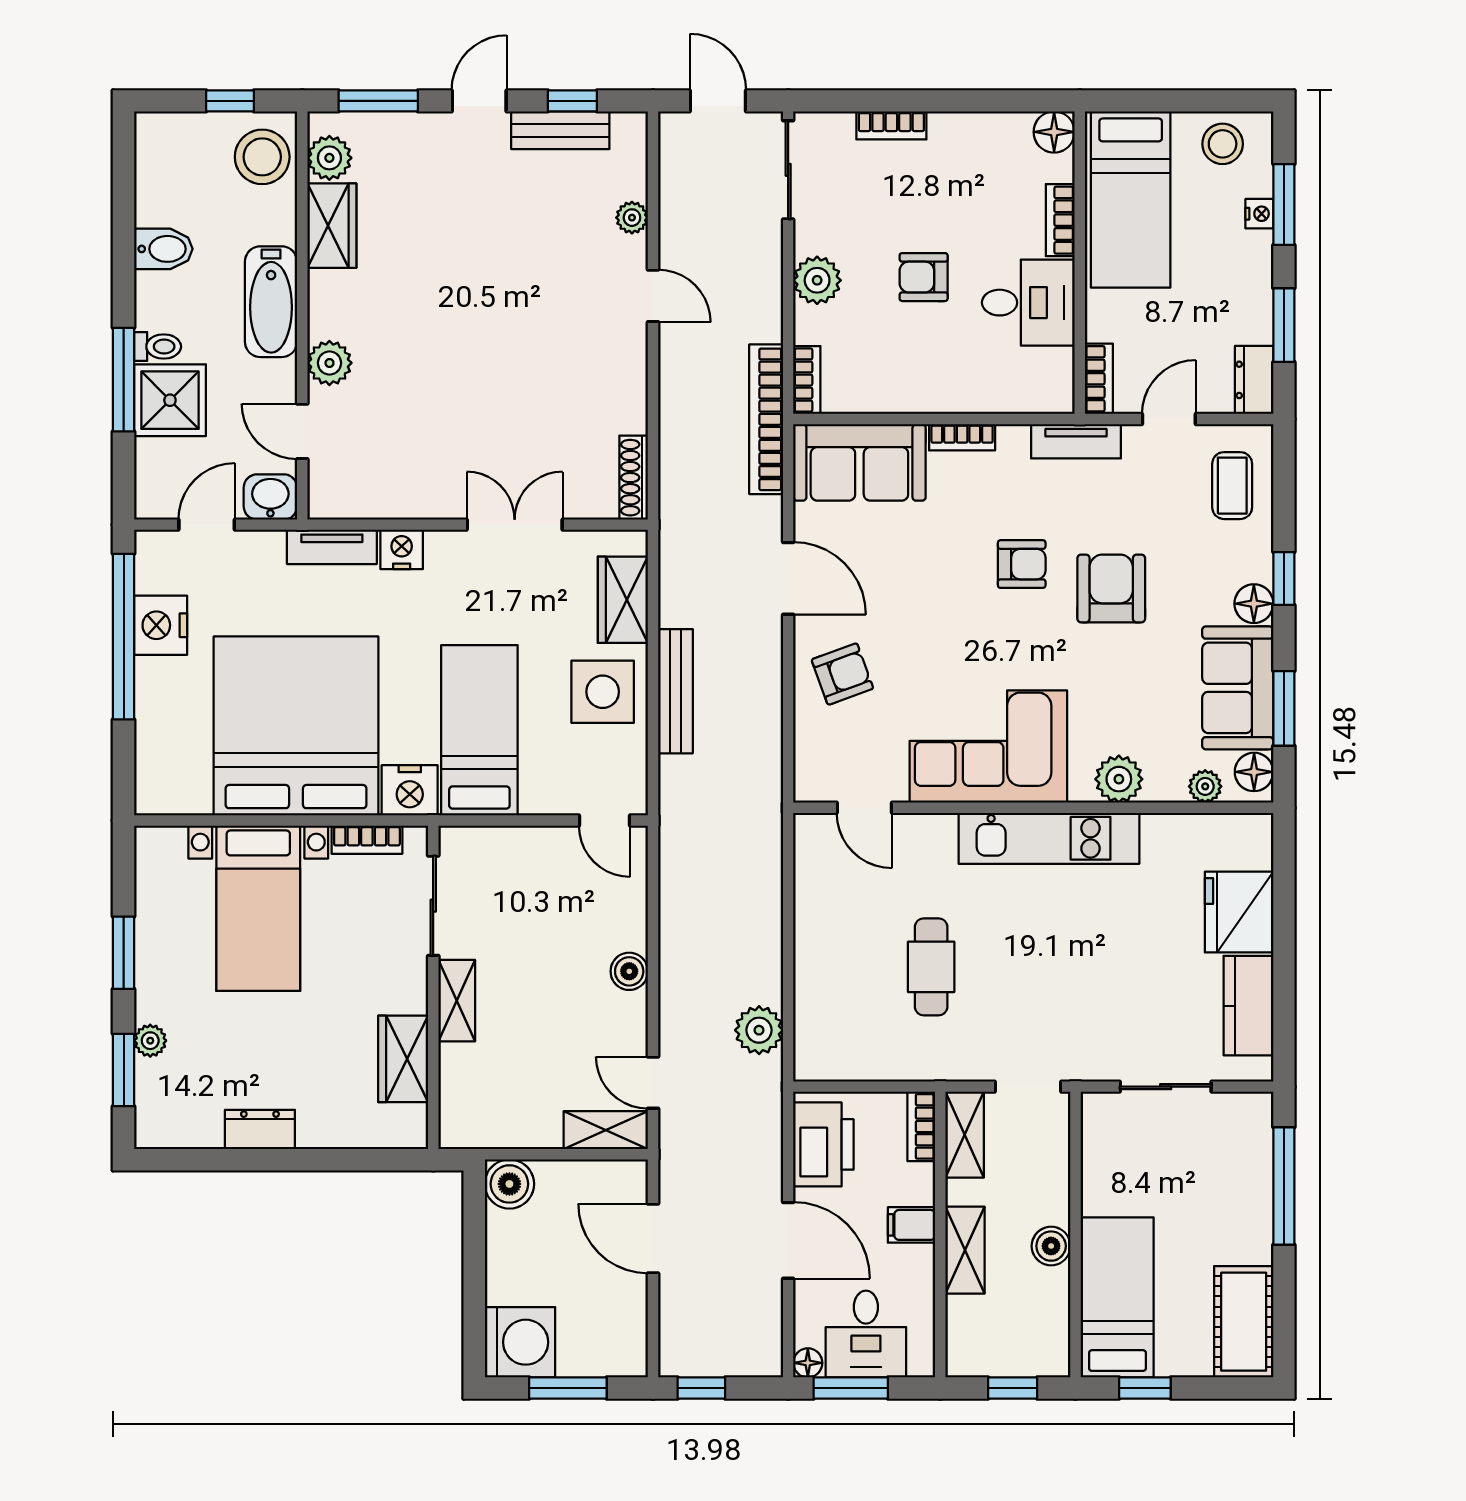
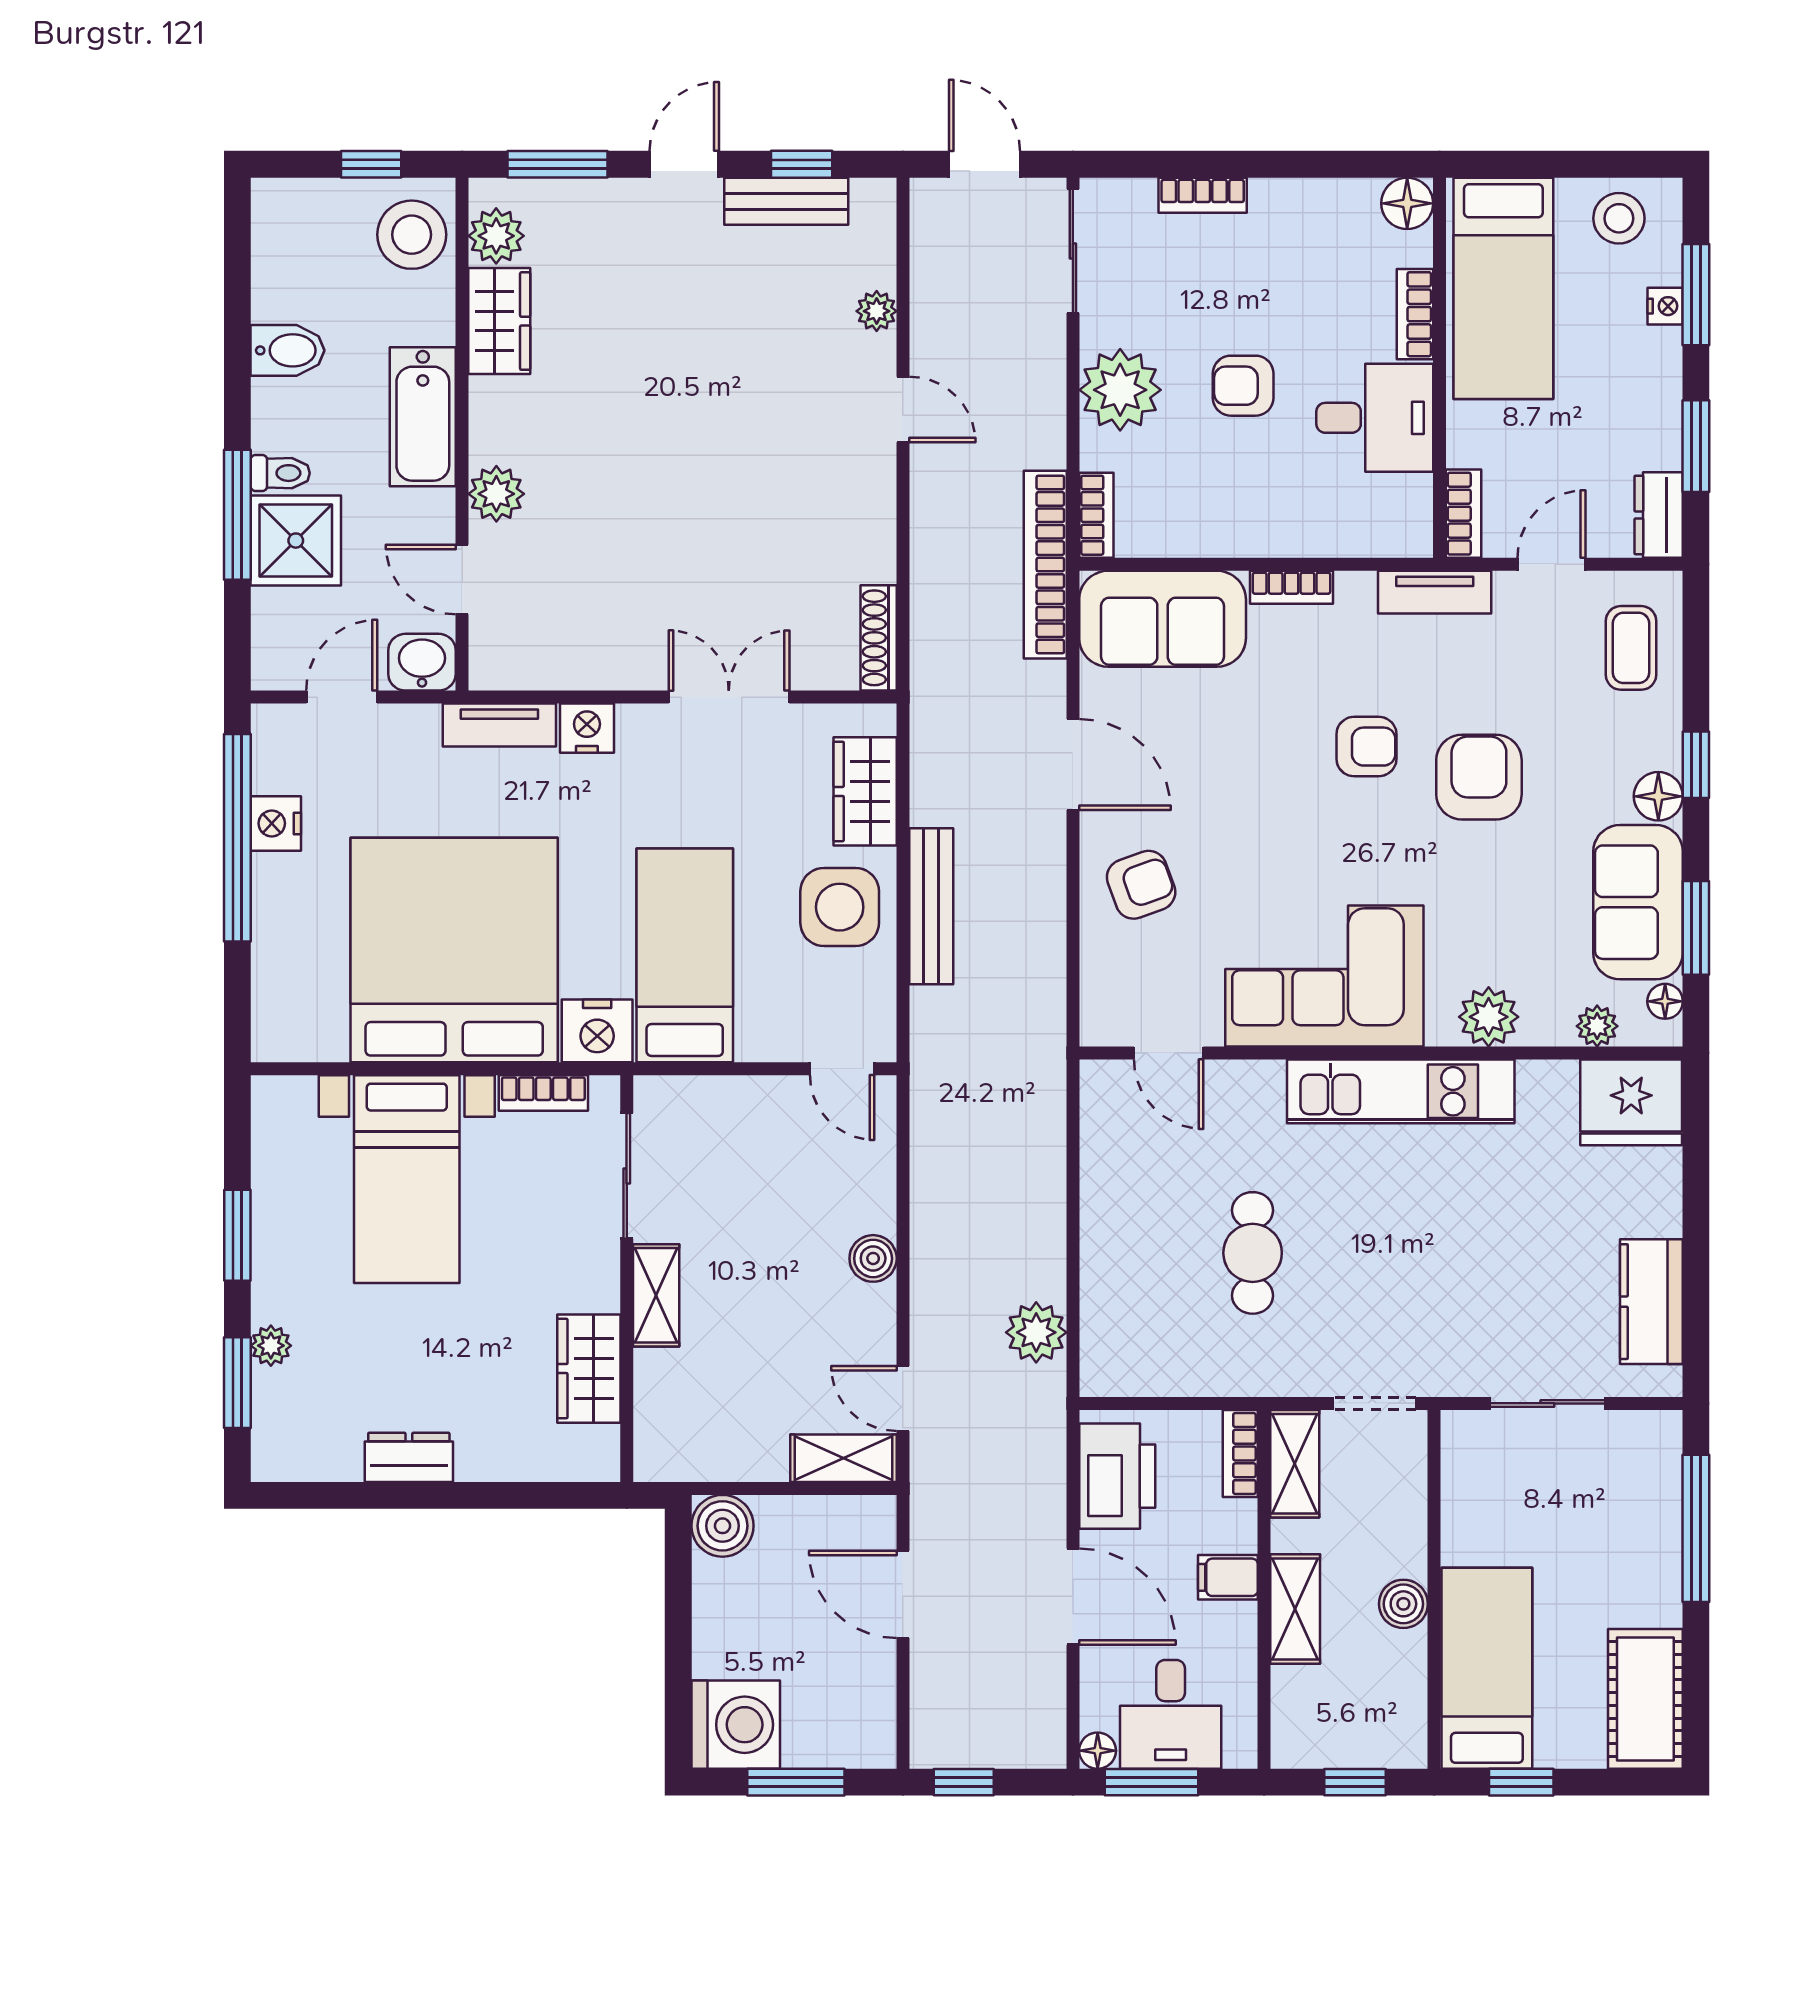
plant: (817, 280) -> (1120, 390), width x1.36, depth x1.36
nightstand: (161, 625) -> (276, 823), width x0.74, depth x0.75
floor lamp: (1254, 772) -> (1665, 1001), width x0.73, depth x0.73
fridge: (1239, 912) -> (1631, 1102), moved, turned -90

